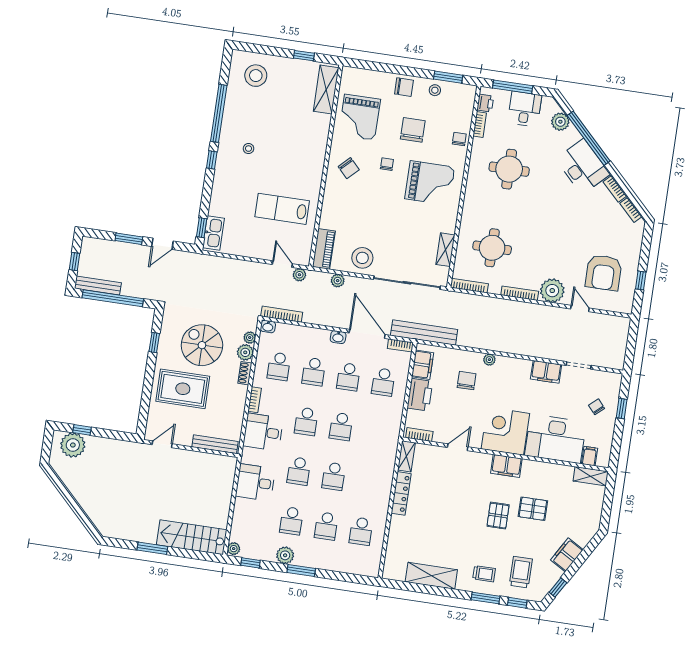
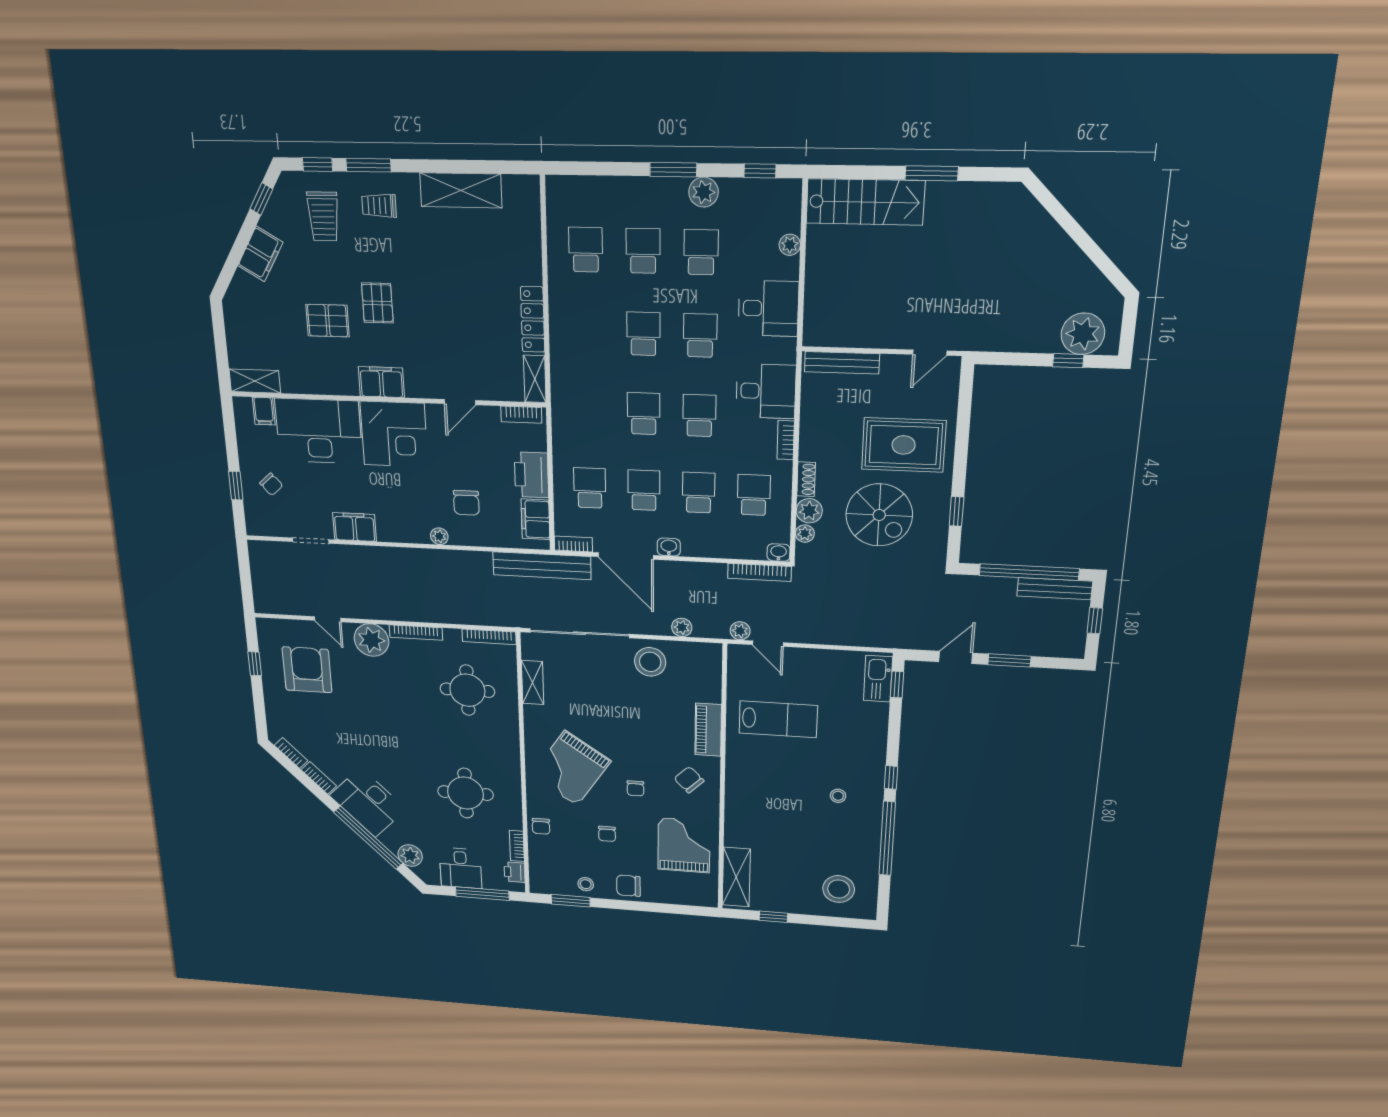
chair: (413, 130) -> (607, 834), width x0.54, depth x0.54
grand piano: (430, 183) -> (571, 768), turned -56
piano: (324, 249) -> (708, 730), moved
plant: (234, 549) -> (790, 245), moved

